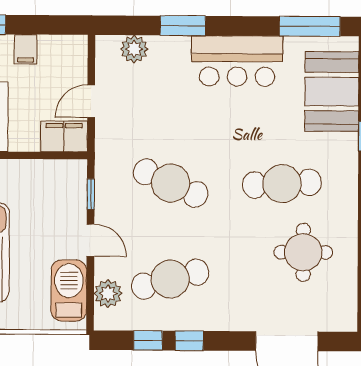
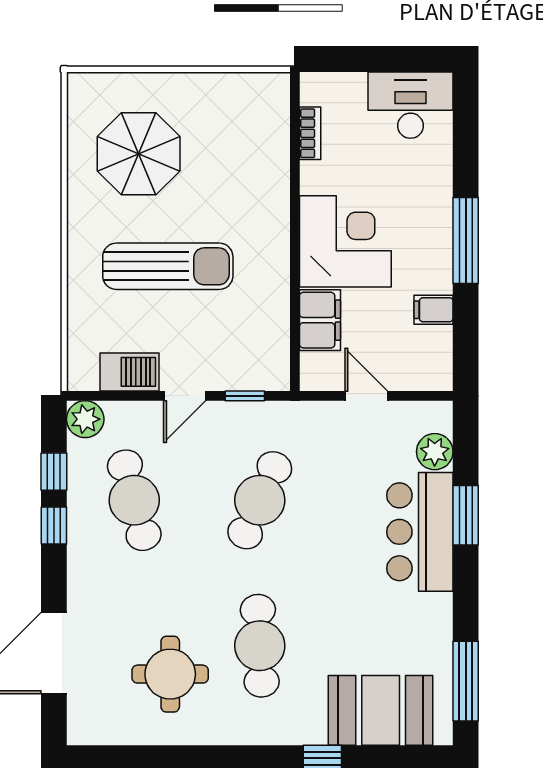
bar counter: (237, 61) -> (420, 532), moved
filing cabinet: (64, 136) -> (320, 320), moved
barbecue: (69, 290) -> (130, 372), width x0.73, depth x0.83
plant: (108, 294) -> (85, 419), moved

